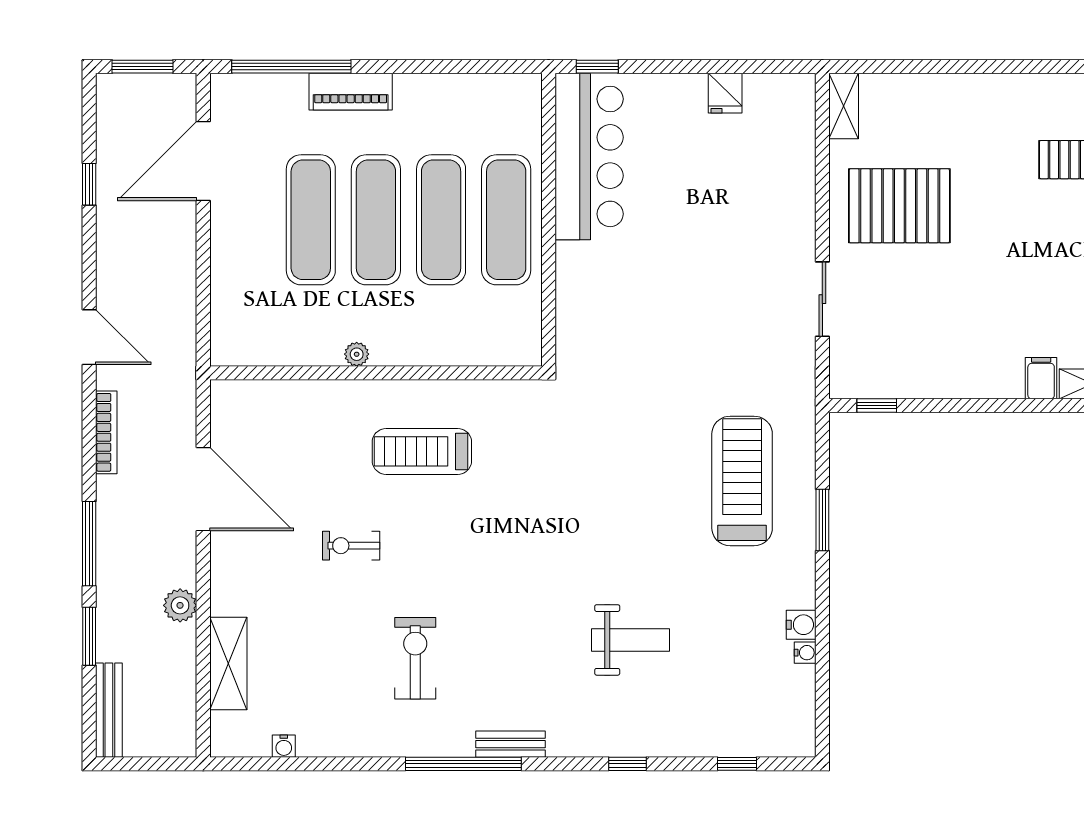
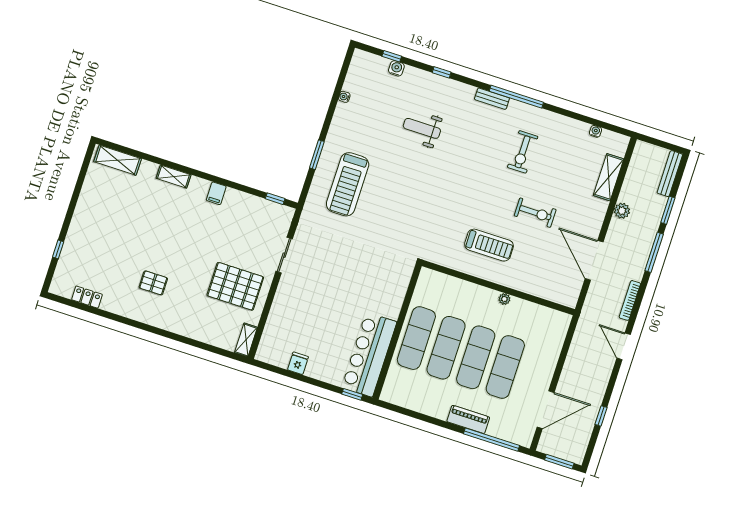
filing cabinet: (1041, 378) -> (216, 193), moved
exercise bike: (351, 546) -> (535, 213), width x1.38, depth x1.39
water cooler: (801, 625) -> (396, 68), moved, turned 90

